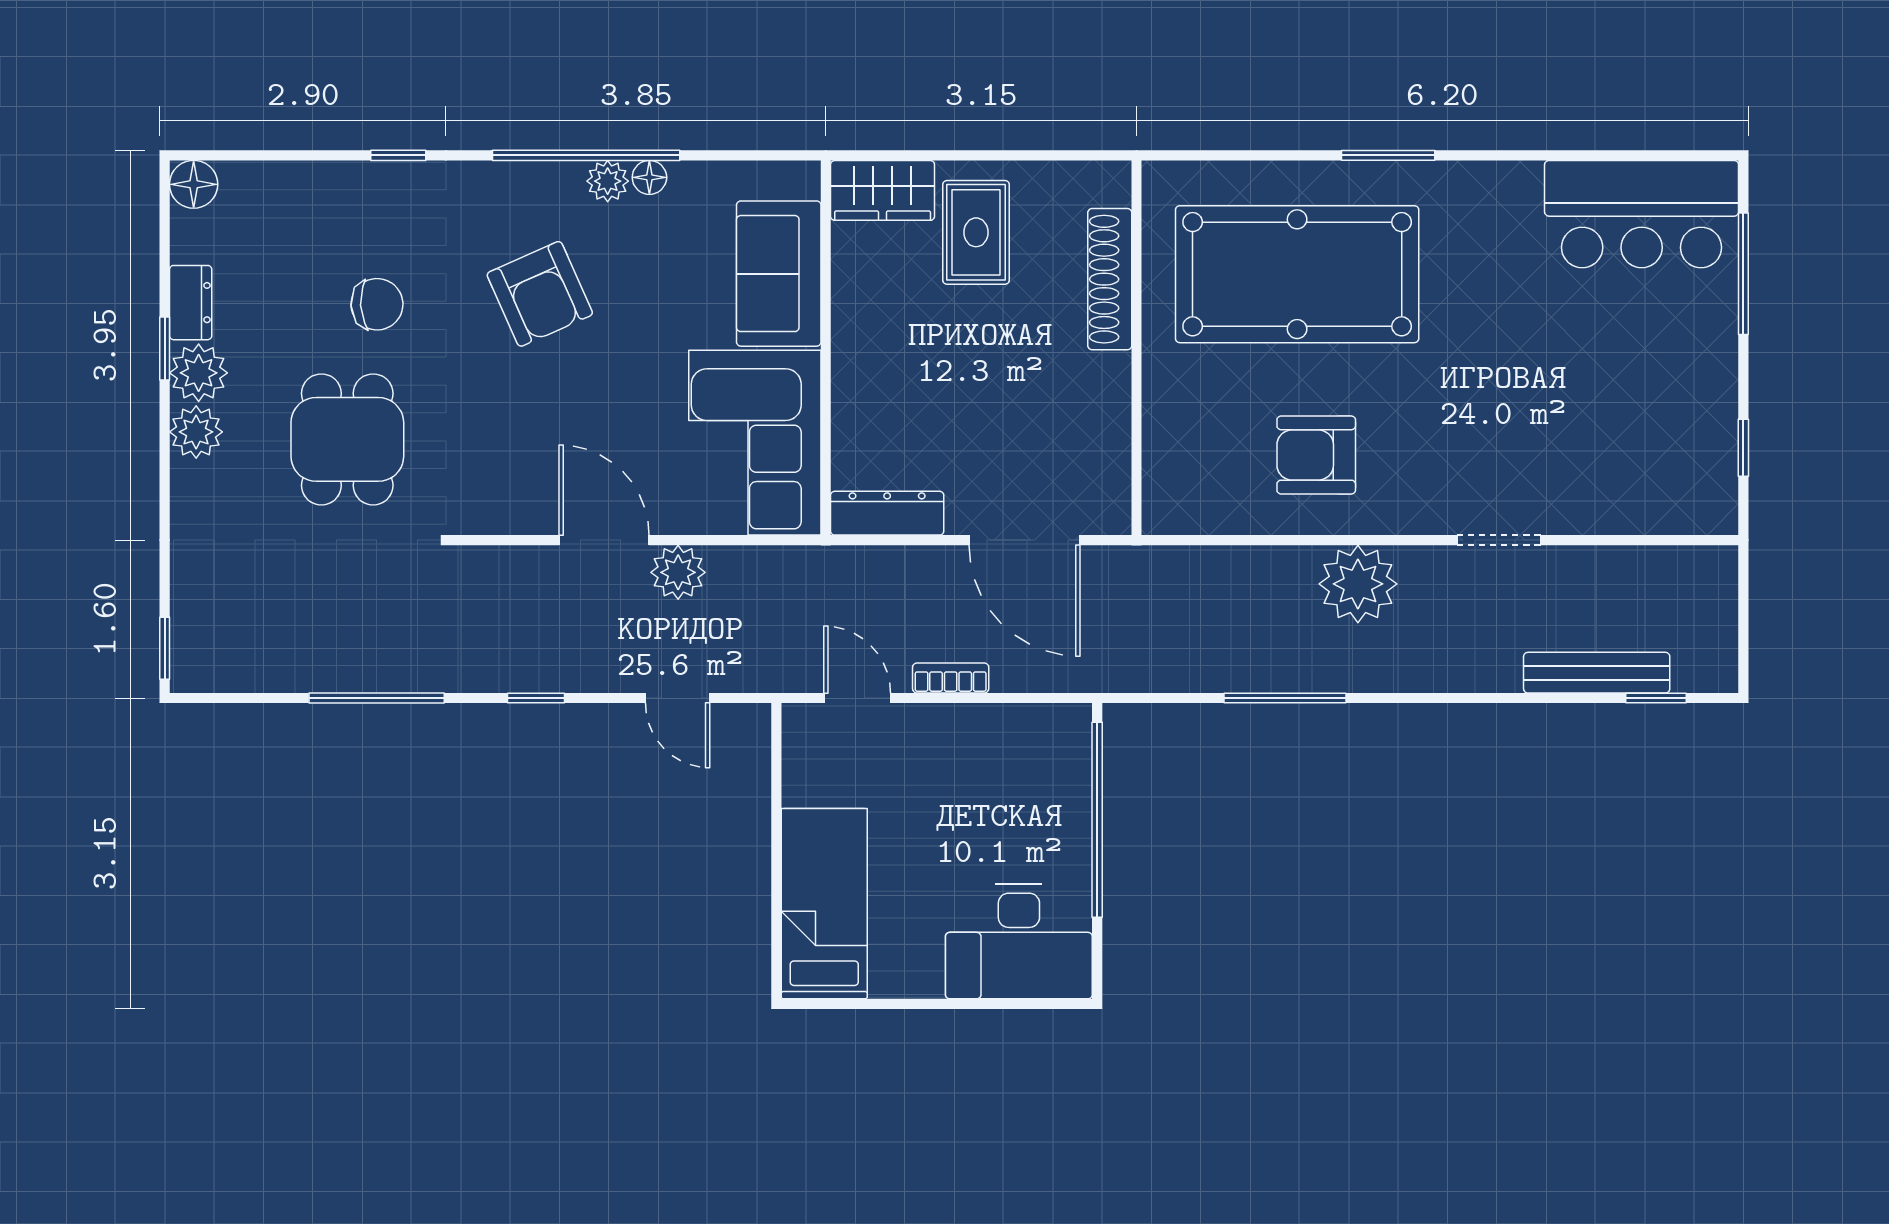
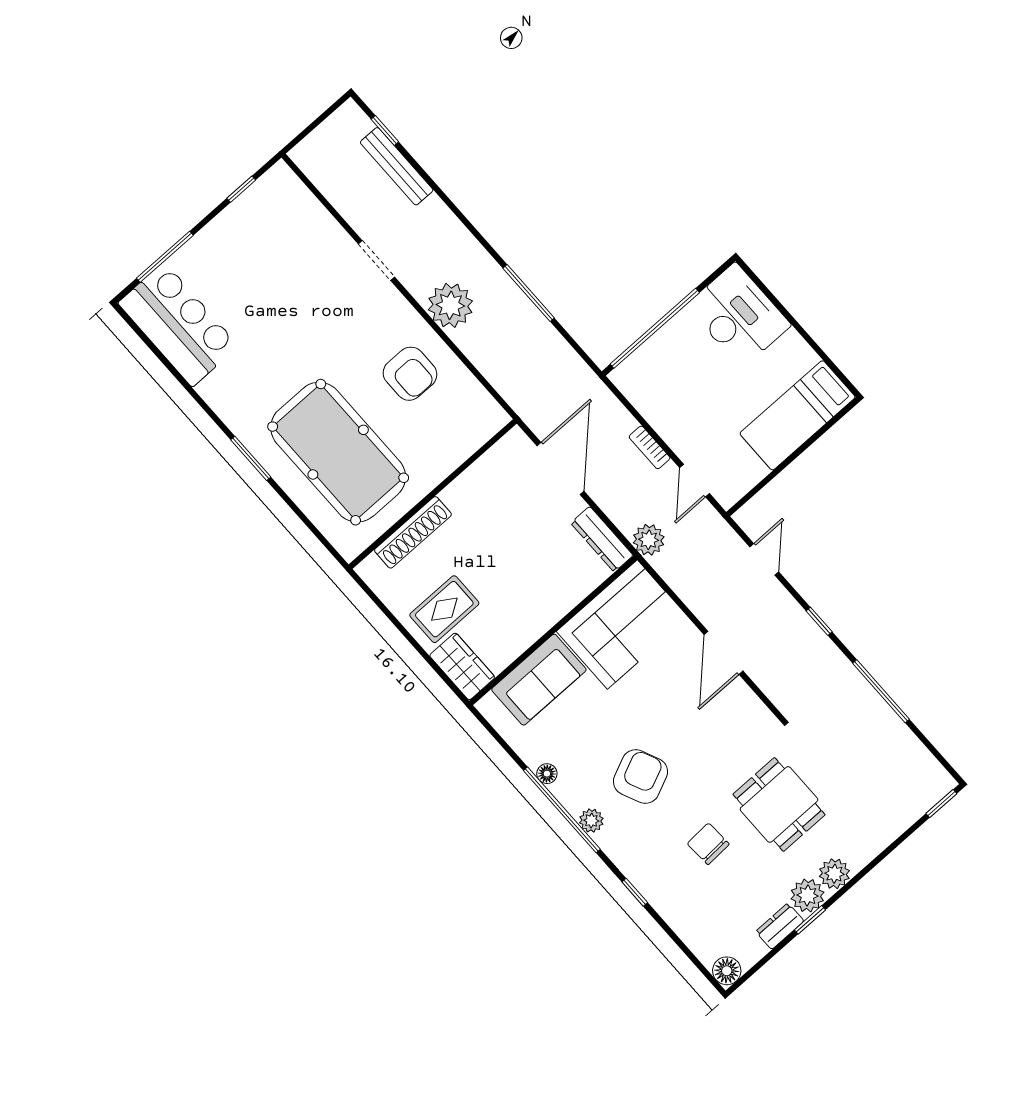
plant: (608, 181) -> (591, 821), moved
dining table: (347, 439) -> (779, 804), turned 90
plant: (678, 572) -> (649, 540), moved

